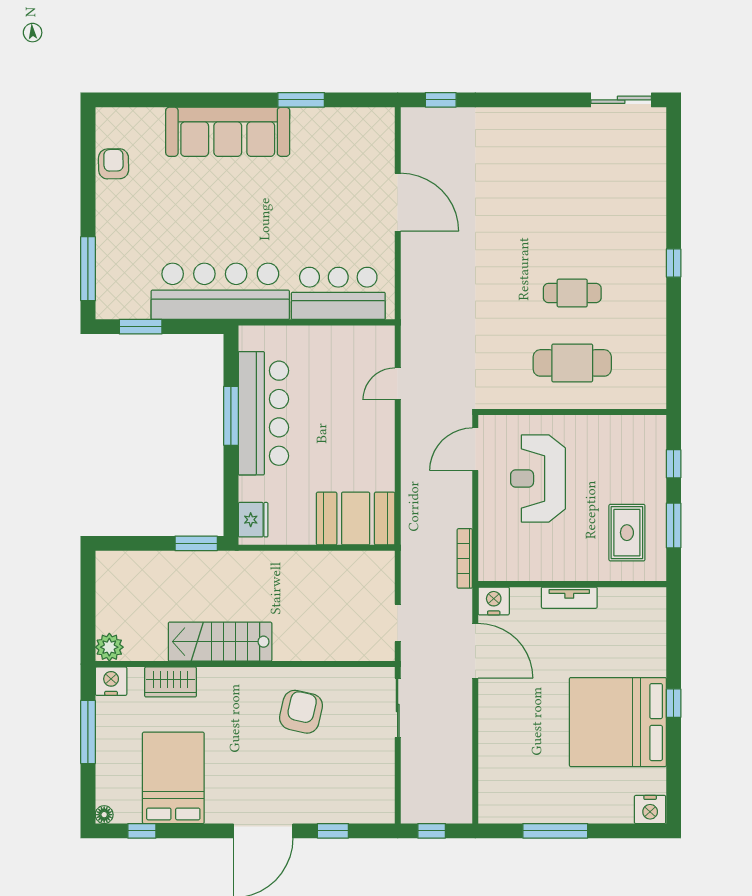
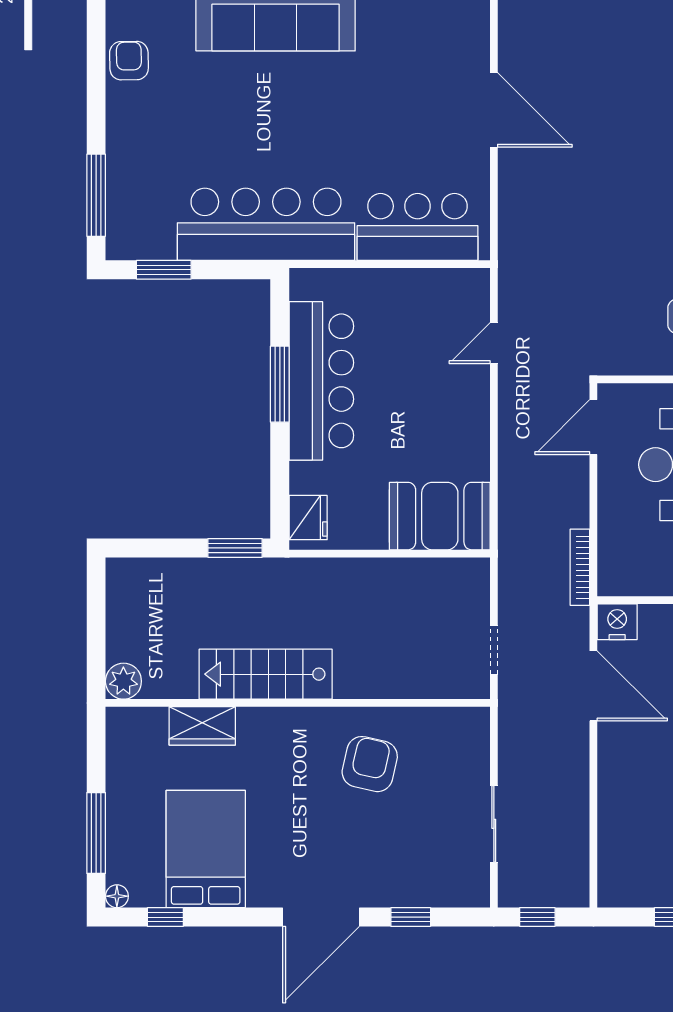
nightstand: (111, 681) -> (126, 725), removed
sliding door: (398, 708) -> (494, 824), moved
window: (88, 732) -> (96, 833), moved

